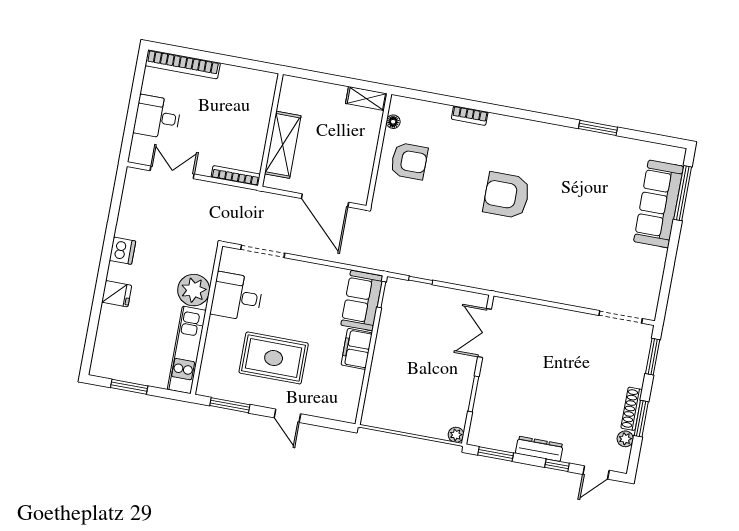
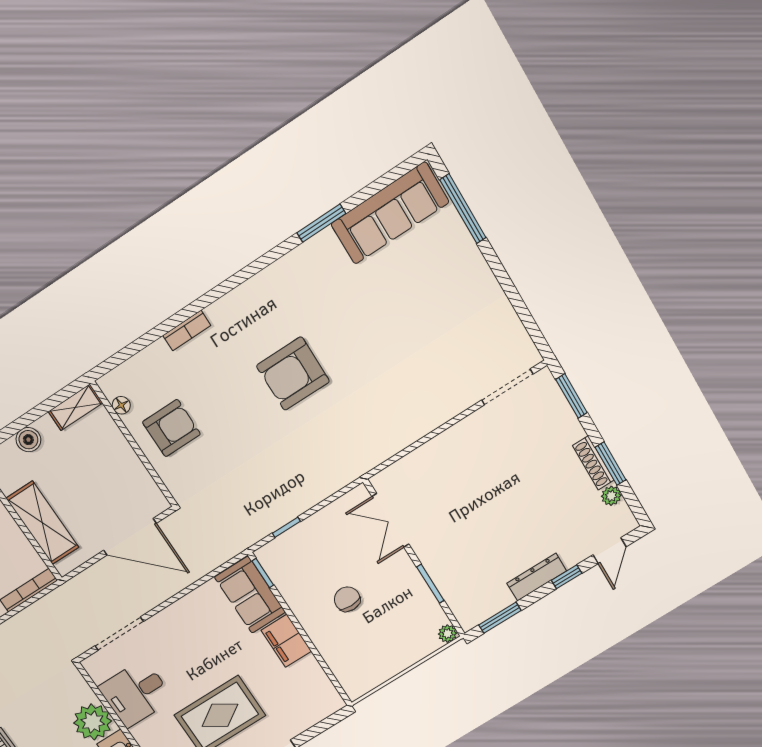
boiler: (322, 91) -> (28, 440), added
sofa: (658, 204) -> (390, 213), moved, turned -90
chair: (416, 357) -> (347, 599), added

